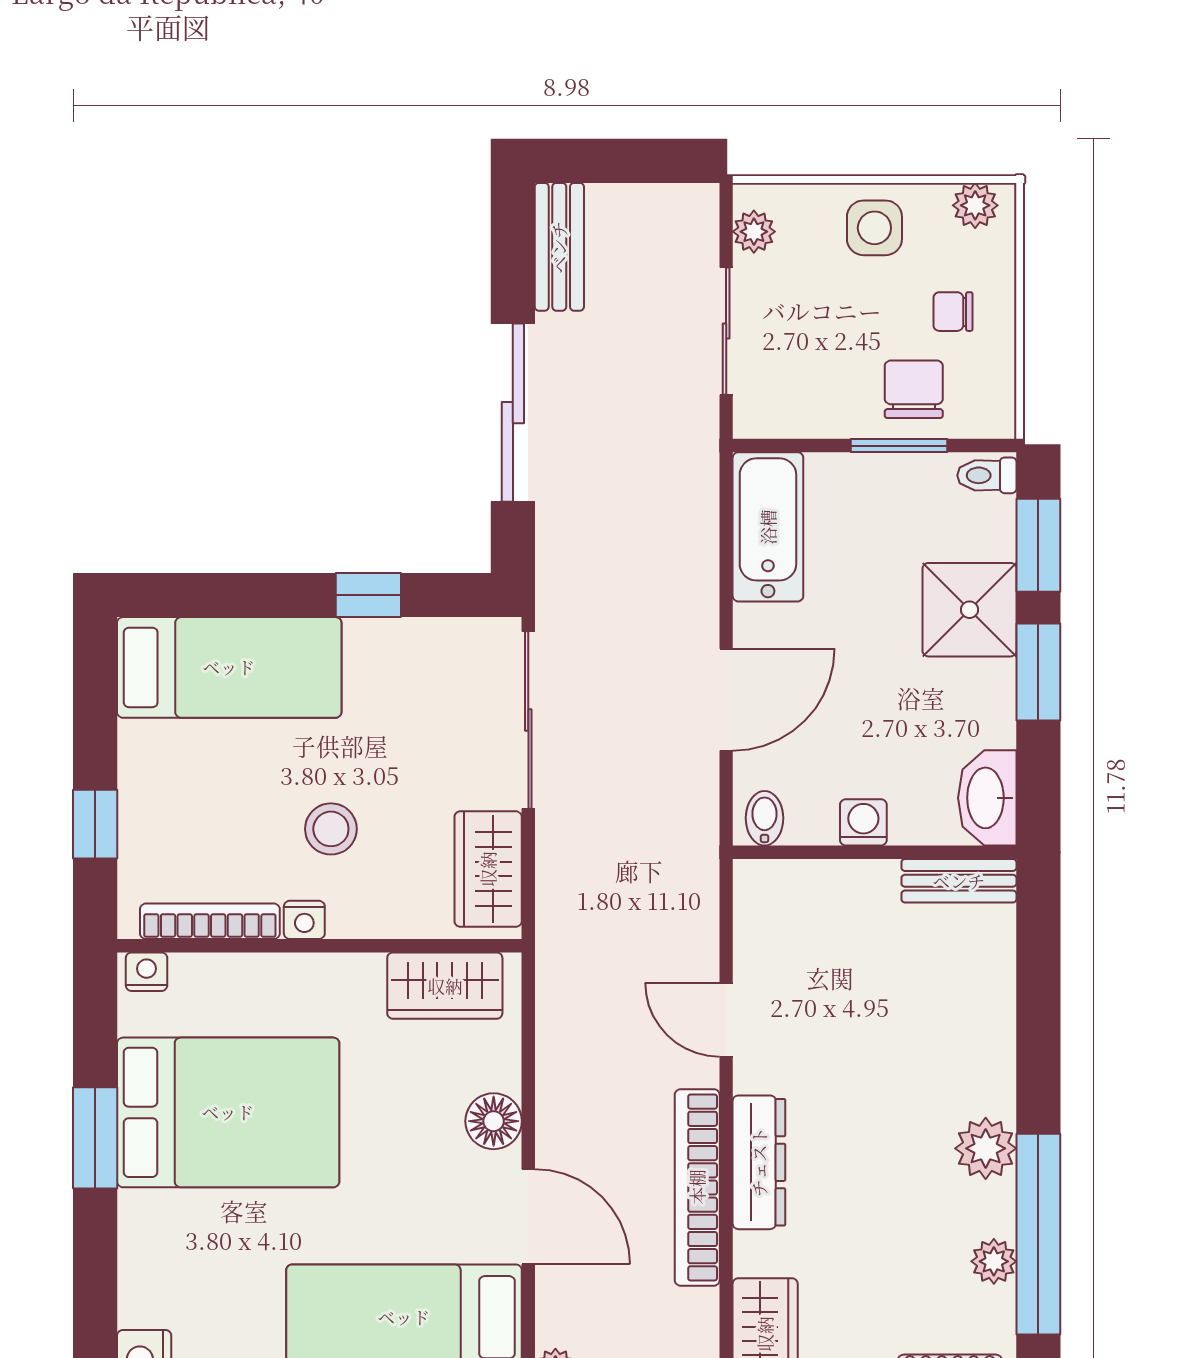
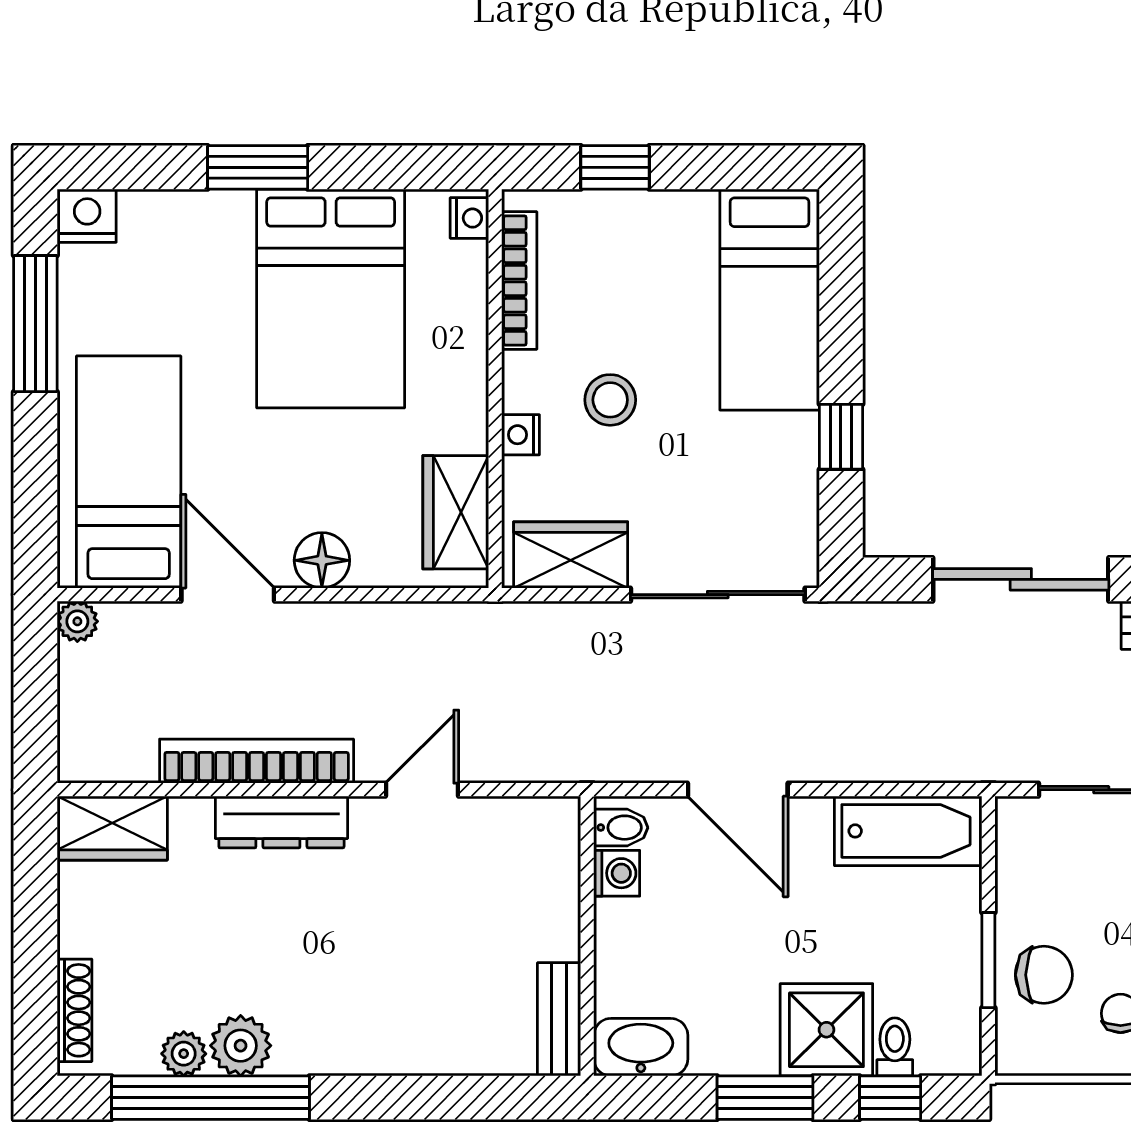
toilet: (987, 475) -> (895, 1047), moved
window: (1038, 545) -> (890, 1098), width x0.67
washing machine: (863, 822) -> (617, 873), moved
nightstand: (304, 920) -> (521, 435), moved
window: (95, 1138) -> (258, 167), moved
plant: (986, 1148) -> (241, 1046), moved
door: (528, 1217) -> (228, 595), swing flipped

